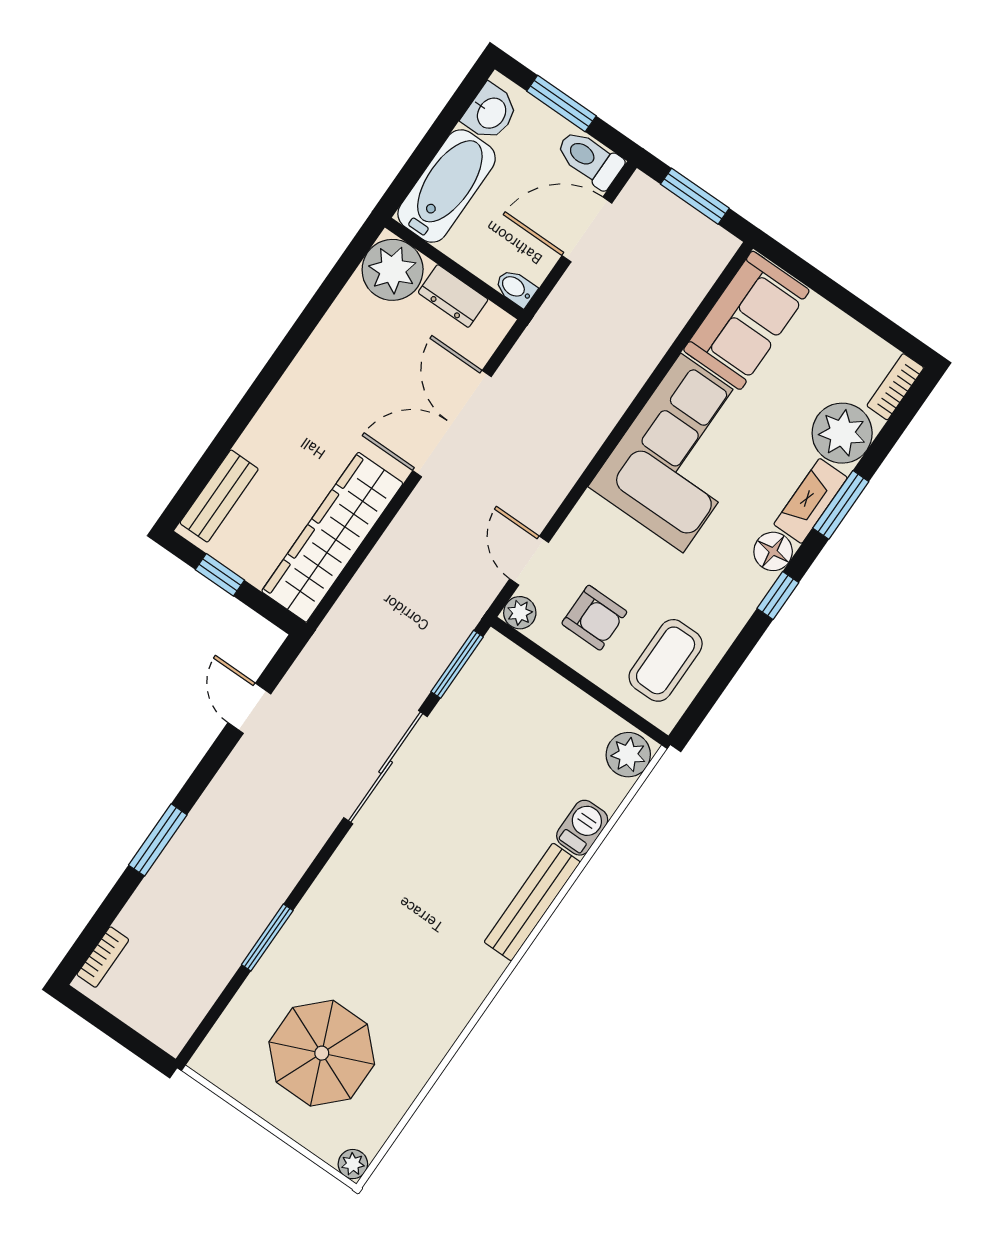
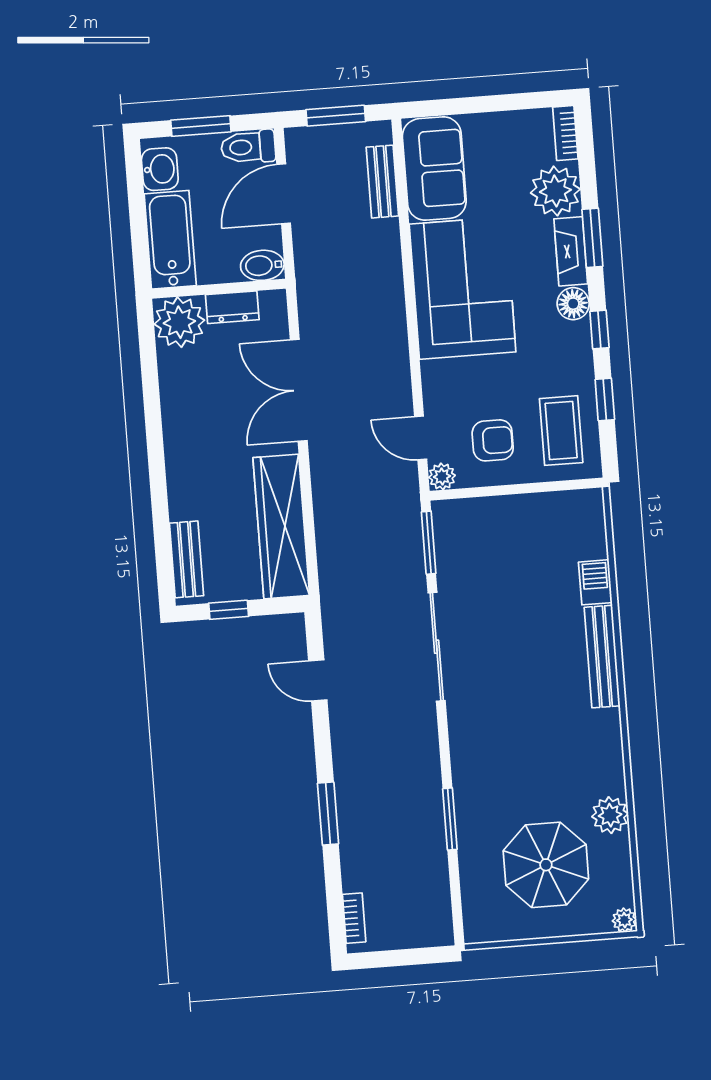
bidet: (516, 288) -> (262, 265), width x1.38, depth x1.36
bench: (688, 293) -> (382, 182), added
window: (730, 665) -> (605, 400), added
plant: (628, 755) -> (610, 815), moved

